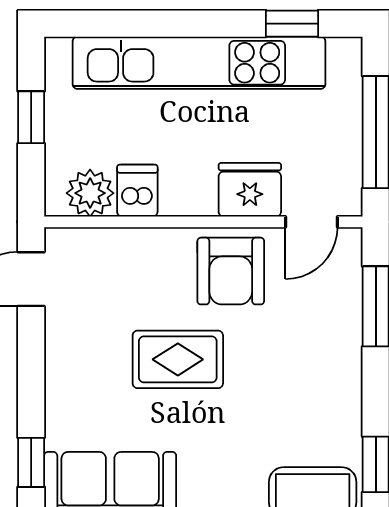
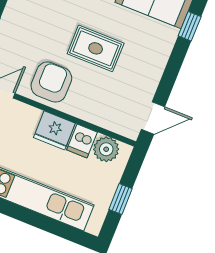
fridge: (250, 190) -> (54, 130), moved

